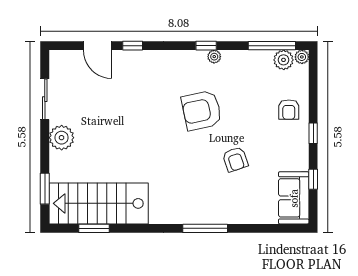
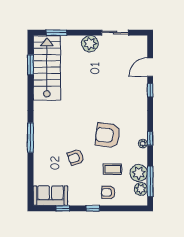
plant: (302, 57) -> (139, 173), moved, width x1.87, depth x1.87
coffee table: (253, 103) -> (112, 169), added
armchair: (202, 110) -> (108, 135), turned -71

